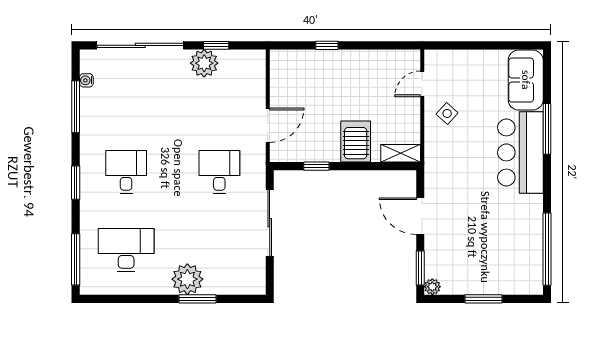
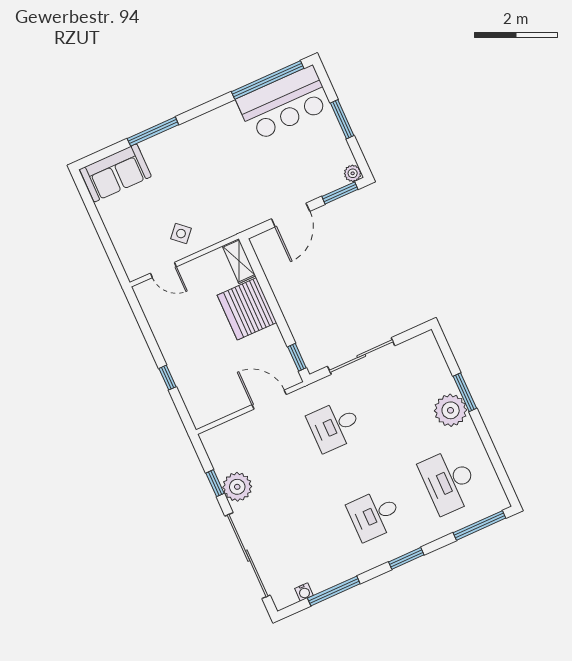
server rack: (356, 141) -> (247, 309), width x1.60
bar counter: (520, 152) -> (284, 103), moved
window: (316, 166) -> (297, 357), moved

